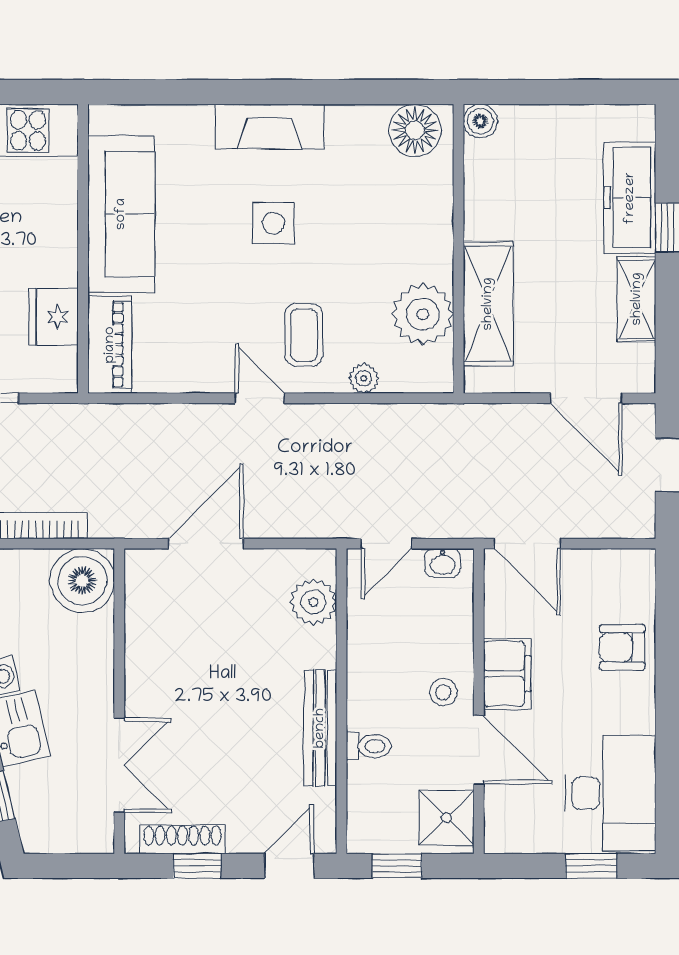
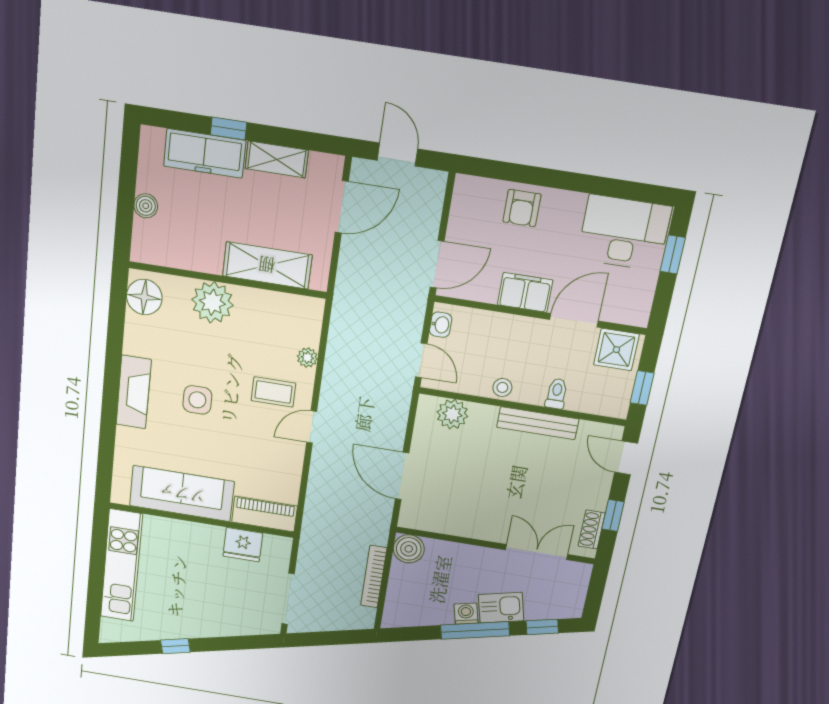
boiler: (480, 121) -> (146, 206), moved
plant: (423, 314) -> (212, 302), moved
boiler: (82, 581) -> (409, 549), width x0.73, depth x0.73
stool: (443, 692) -> (502, 387), moved
shoe rack: (182, 839) -> (592, 530), width x0.70

